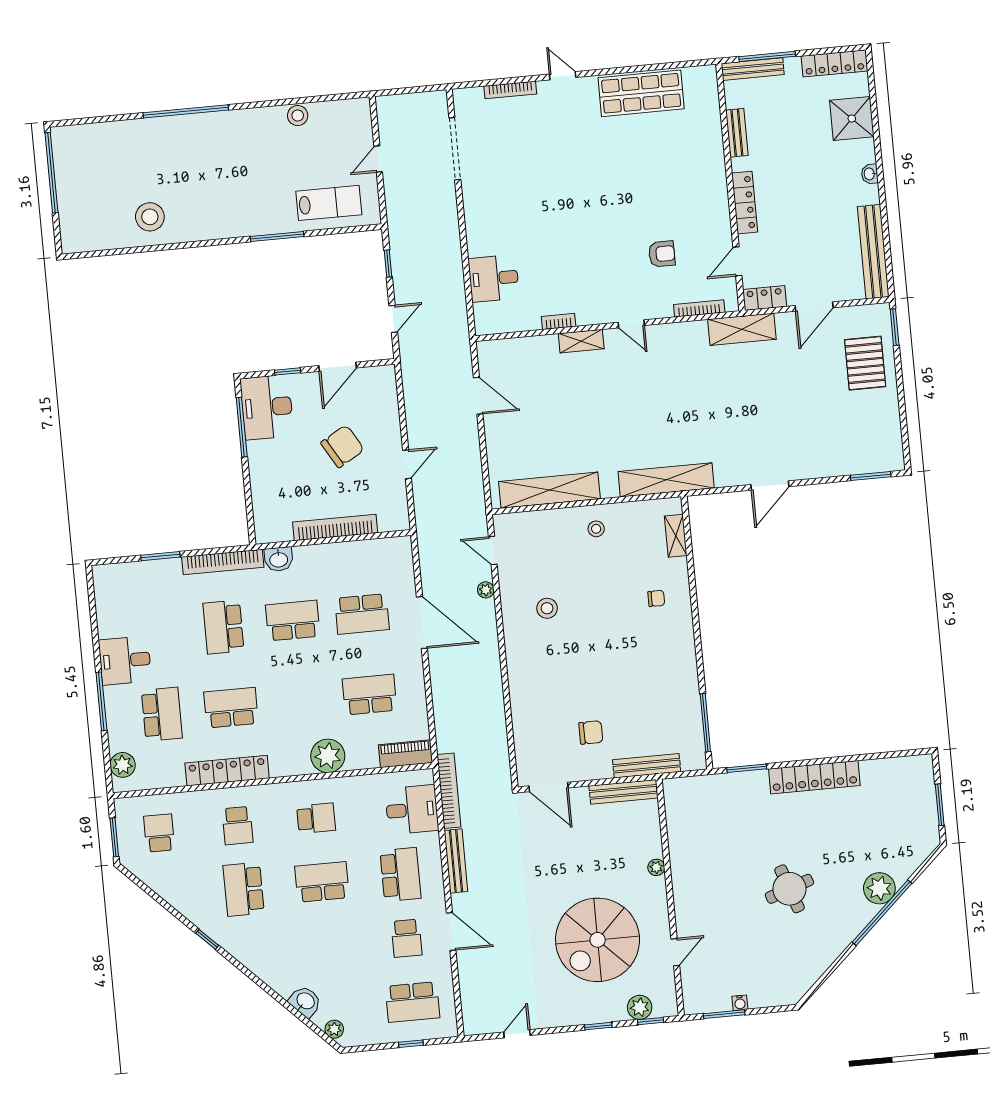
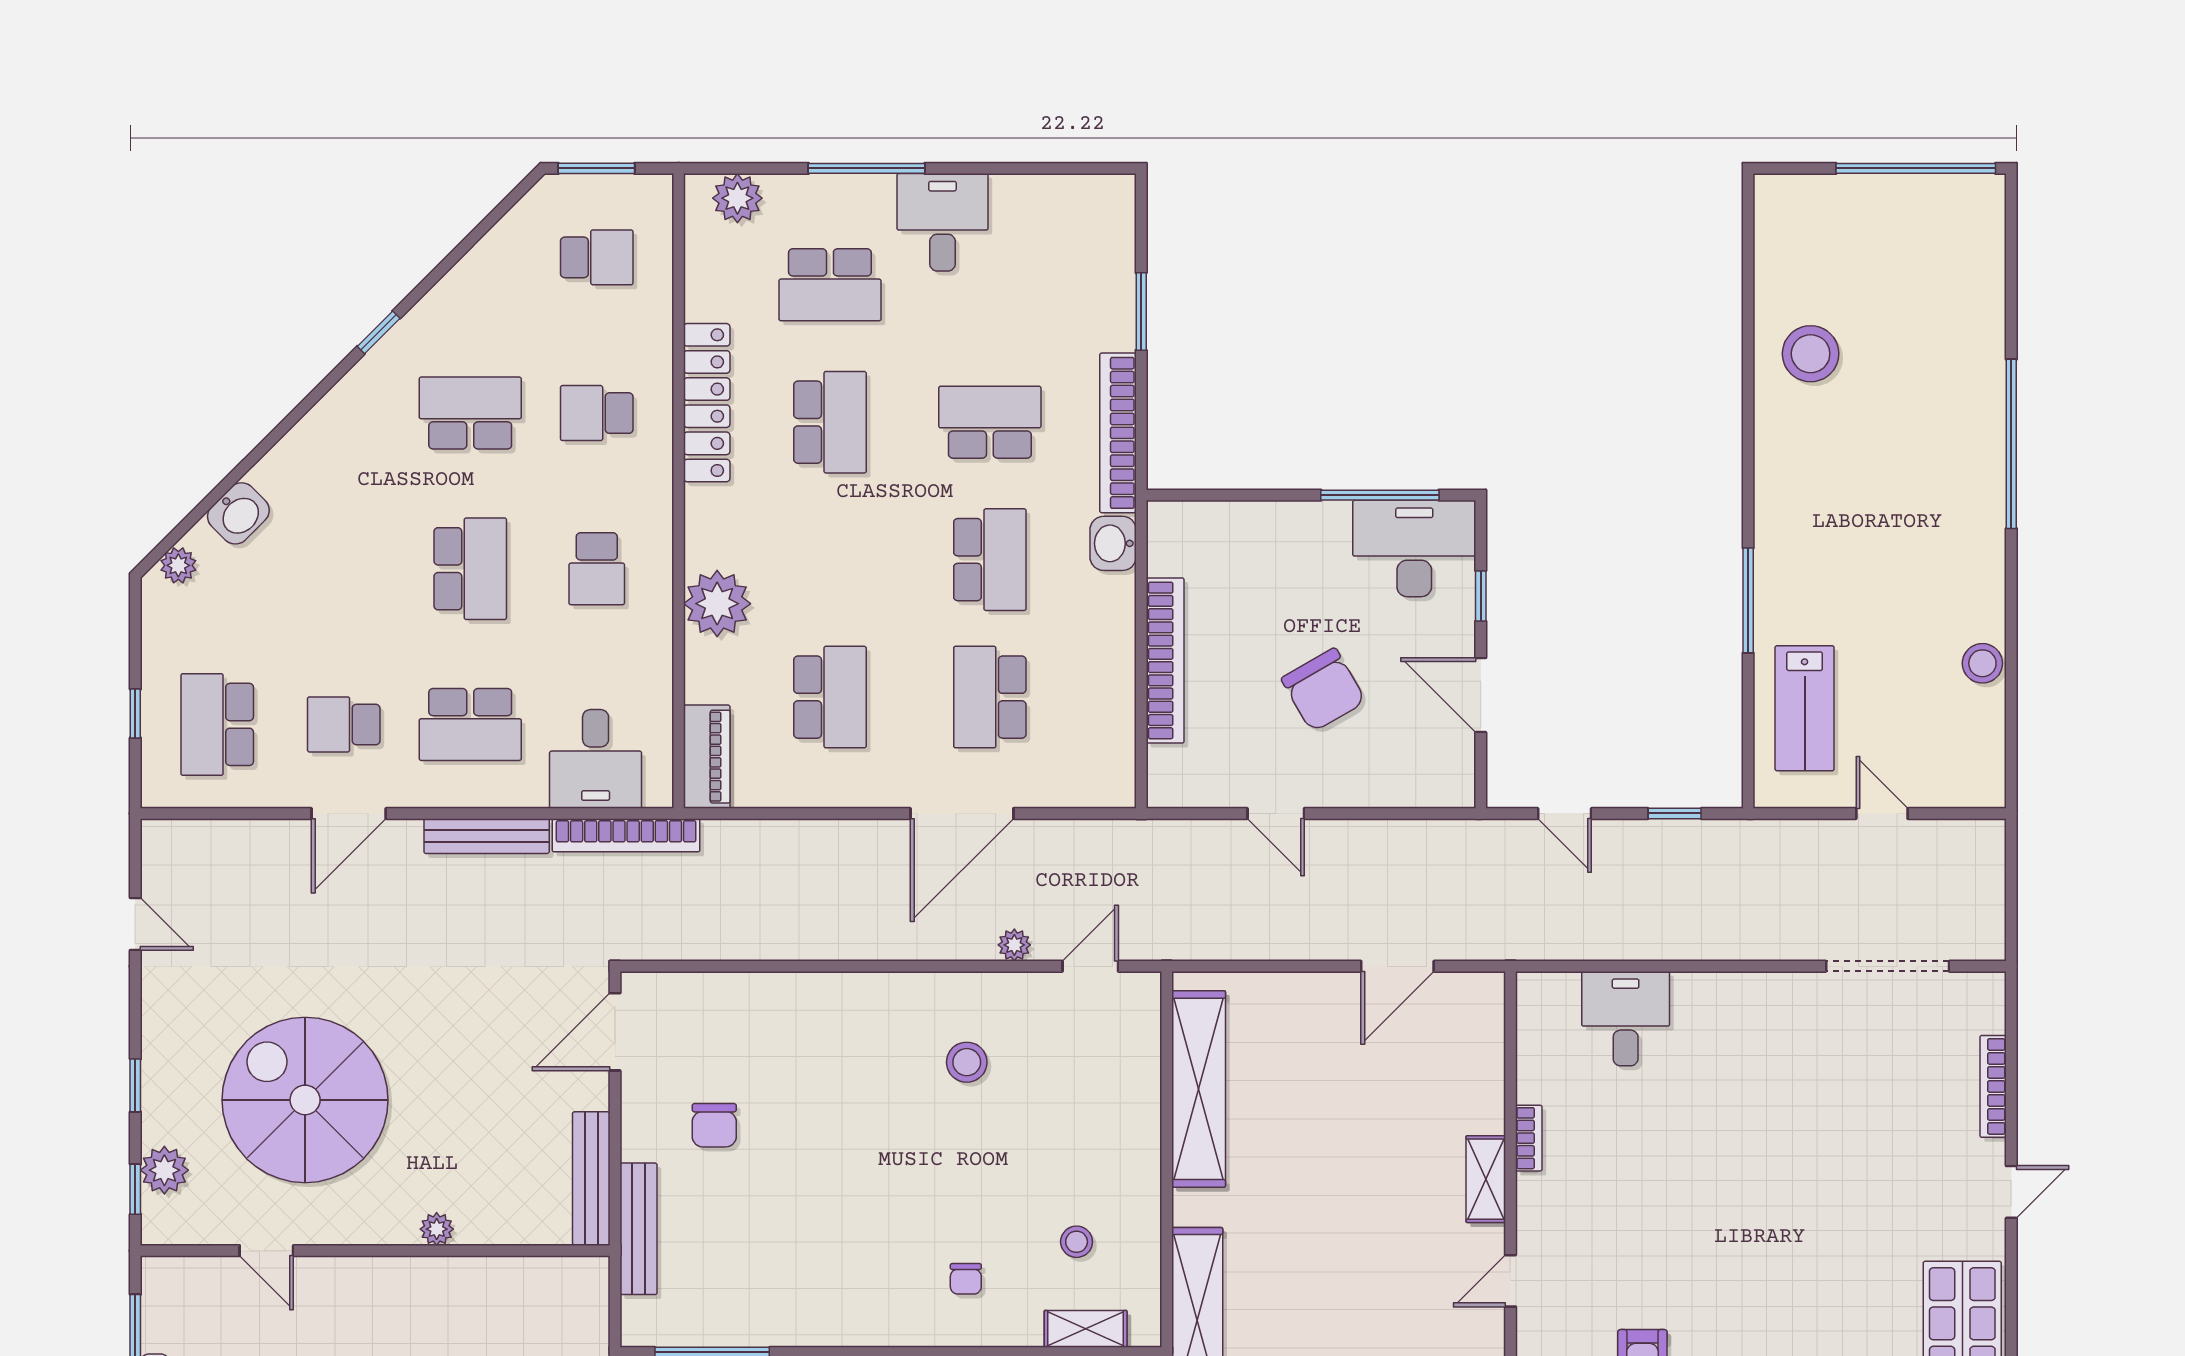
stool: (596, 529) -> (1077, 1242), moved

